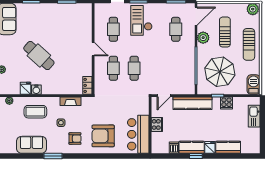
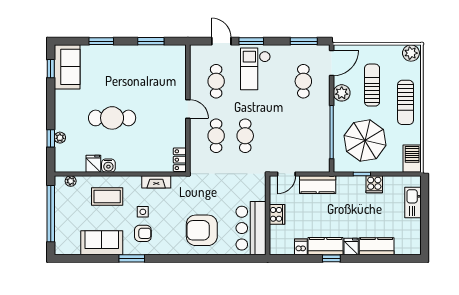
cafe table: (39, 56) -> (112, 118), turned -42
kitchen counter: (192, 103) -> (318, 185), width x0.67
armchair: (75, 139) -> (143, 233), moved

